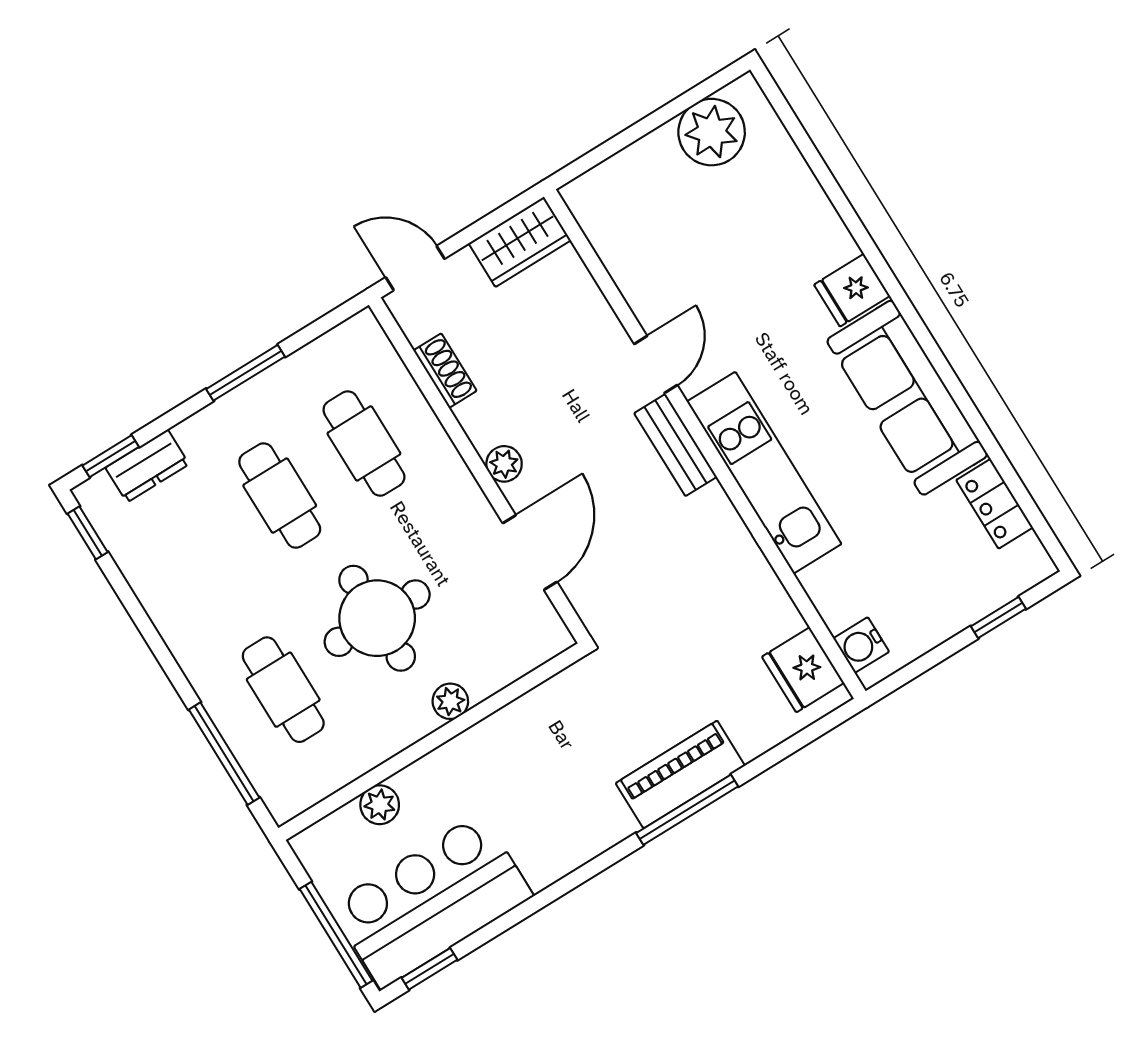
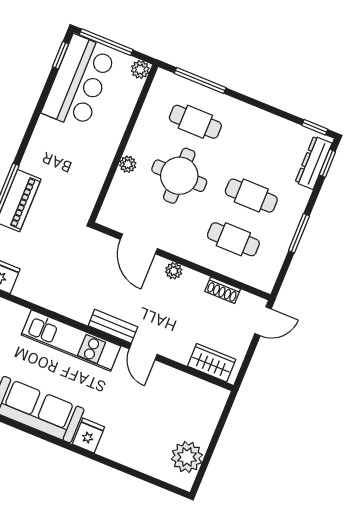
wardrobe: (520, 242) -> (212, 363), moved, turned 90
dresser: (147, 466) -> (314, 163), width x1.44
plant: (380, 805) -> (140, 70), moved

